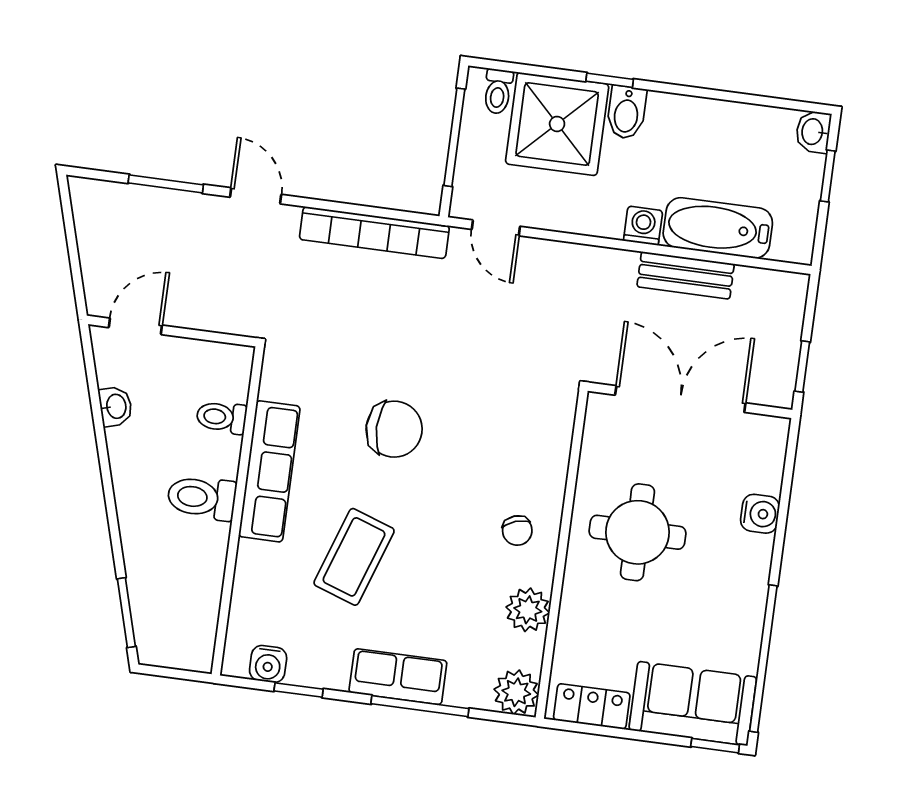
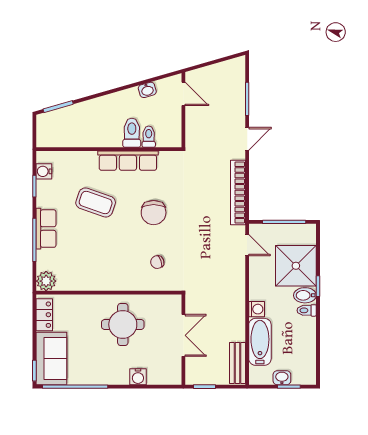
toilet: (498, 91) -> (307, 310), moved
washbasin: (813, 132) -> (282, 378), moved
door: (496, 228) -> (247, 245), swing flipped
bench: (686, 275) -> (237, 363), moved
double door: (680, 399) -> (183, 335), width x0.73
toilet: (202, 498) -> (132, 133), moved
chair: (517, 531) -> (157, 262), moved
plant: (528, 610) -> (83, 281), removed

